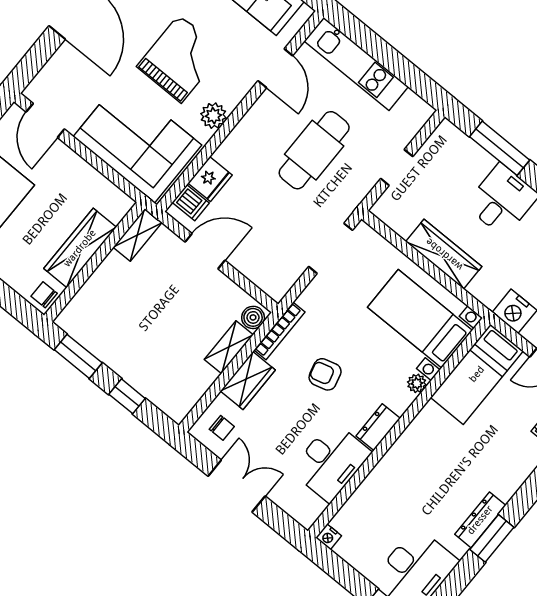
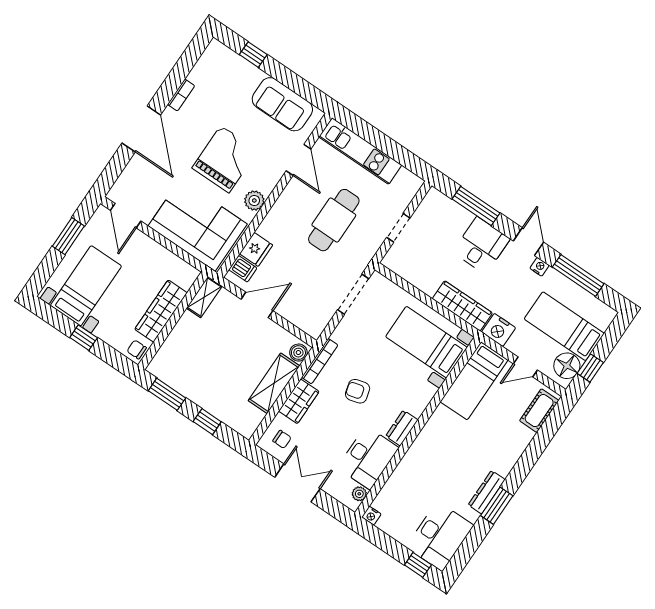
wardrobe: (444, 254) -> (462, 306), moved
shelving: (229, 347) -> (274, 383), width x1.50, depth x1.33
plant: (417, 383) -> (359, 494), moved

